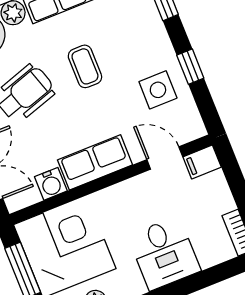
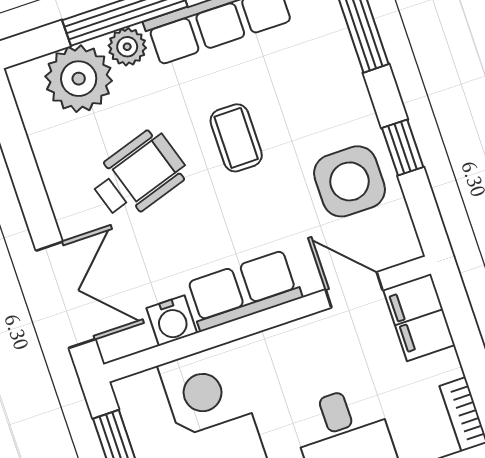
side table: (158, 90) -> (349, 181), width x1.37, depth x1.37
filing cabinet: (202, 162) -> (419, 317), width x2.00

